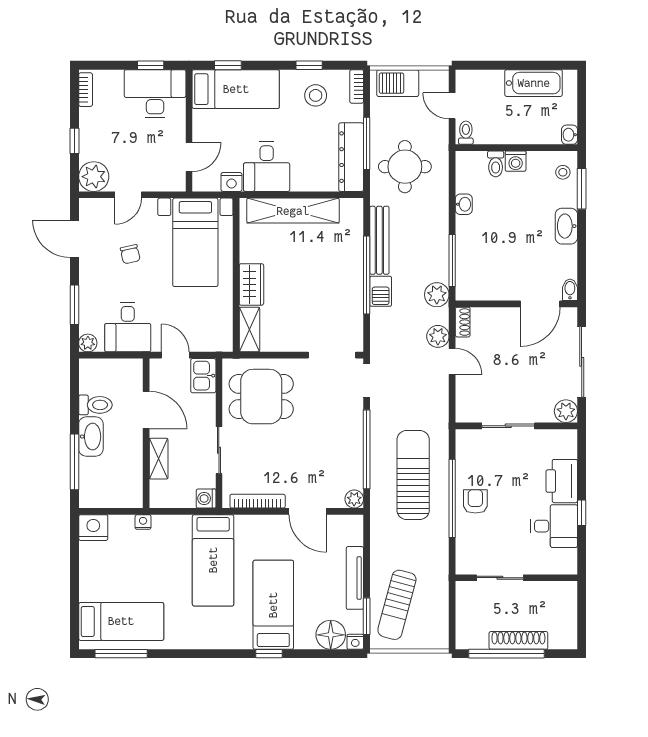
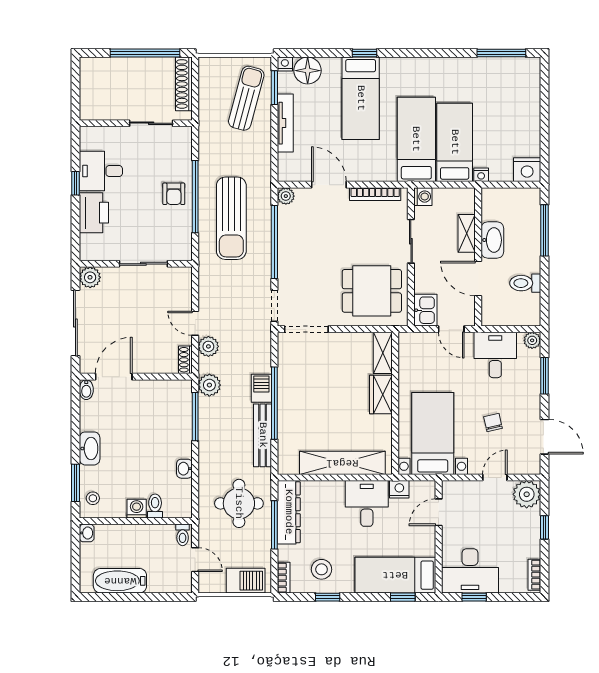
washbasin: (91, 437) -> (492, 240), moved, turned 180
bed: (121, 621) -> (455, 142), moved, turned 90
shoe rack: (518, 640) -> (184, 84), moved, turned 90

